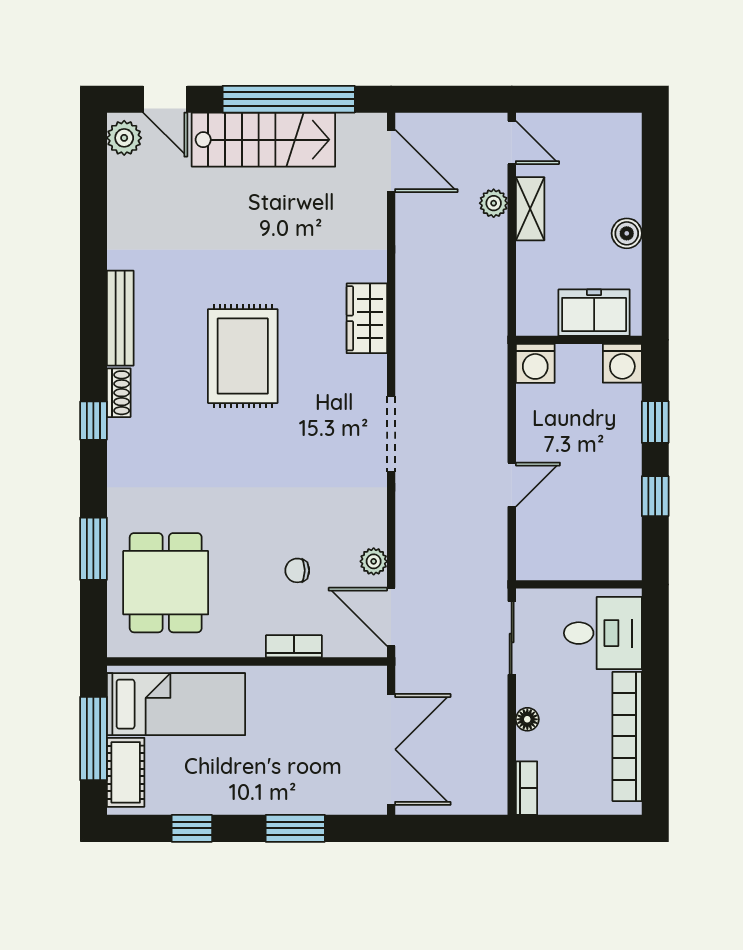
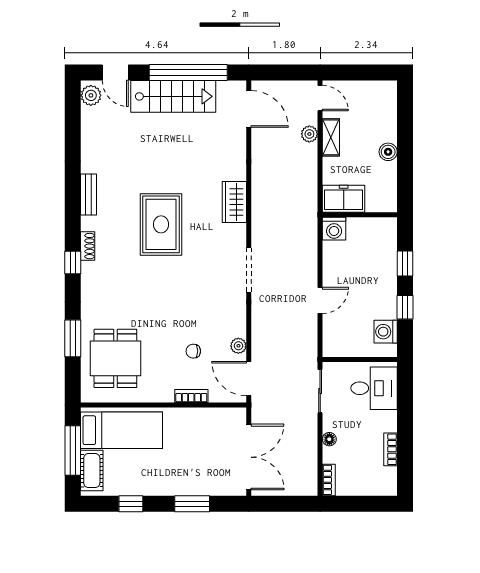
freezer: (594, 313) -> (344, 199), moved
bench: (120, 318) -> (89, 194), width x0.73
washing machine: (622, 363) -> (386, 332), moved, turned 90
bookcase: (627, 736) -> (390, 449), width x0.43, depth x0.76

